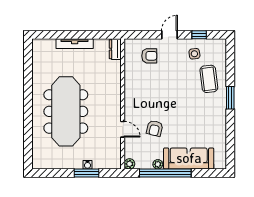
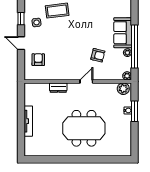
dresser: (115, 49) -> (58, 88), moved
meeting table: (66, 111) -> (84, 128), width x0.73
door: (123, 129) -> (86, 81), moved
sofa: (189, 158) -> (123, 33), width x0.73
plant: (114, 159) -> (123, 89), added

